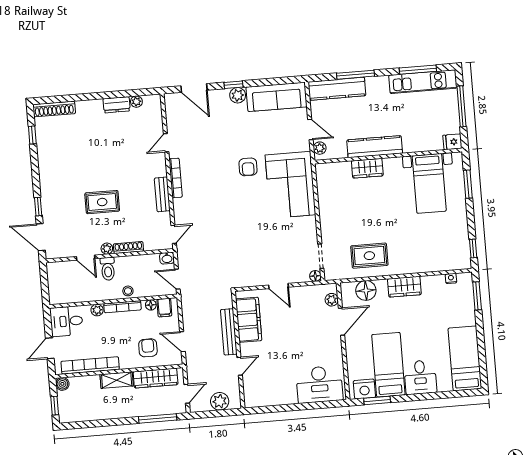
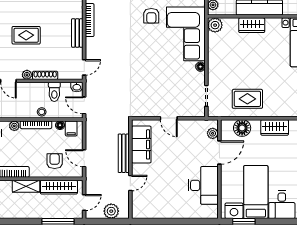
plant: (324, 172) -> (215, 25), added
toilet: (108, 269) -> (54, 92), moved
floor lamp: (315, 276) -> (200, 67), moved
desk: (319, 384) -> (203, 185), moved, turned -90

